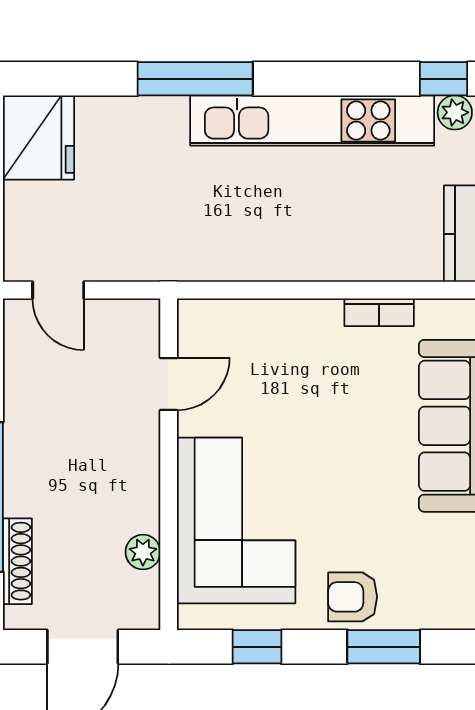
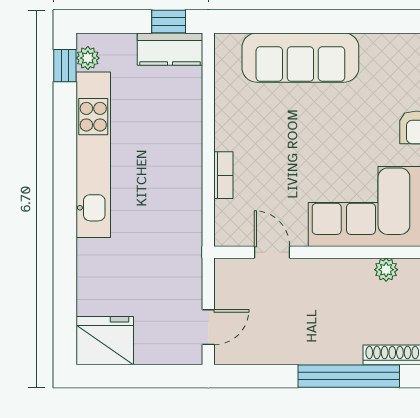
window: (195, 79) -> (65, 234), removed
bookcase: (379, 312) -> (223, 175), moved

